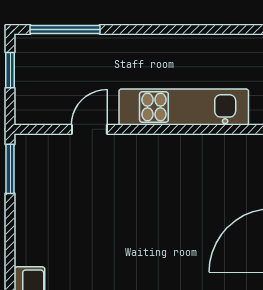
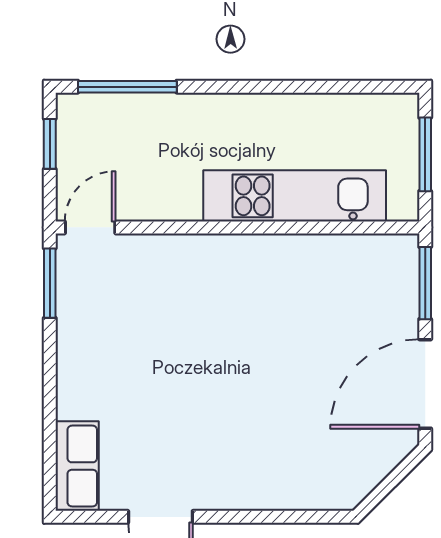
door: (89, 129) -> (90, 227), moved

